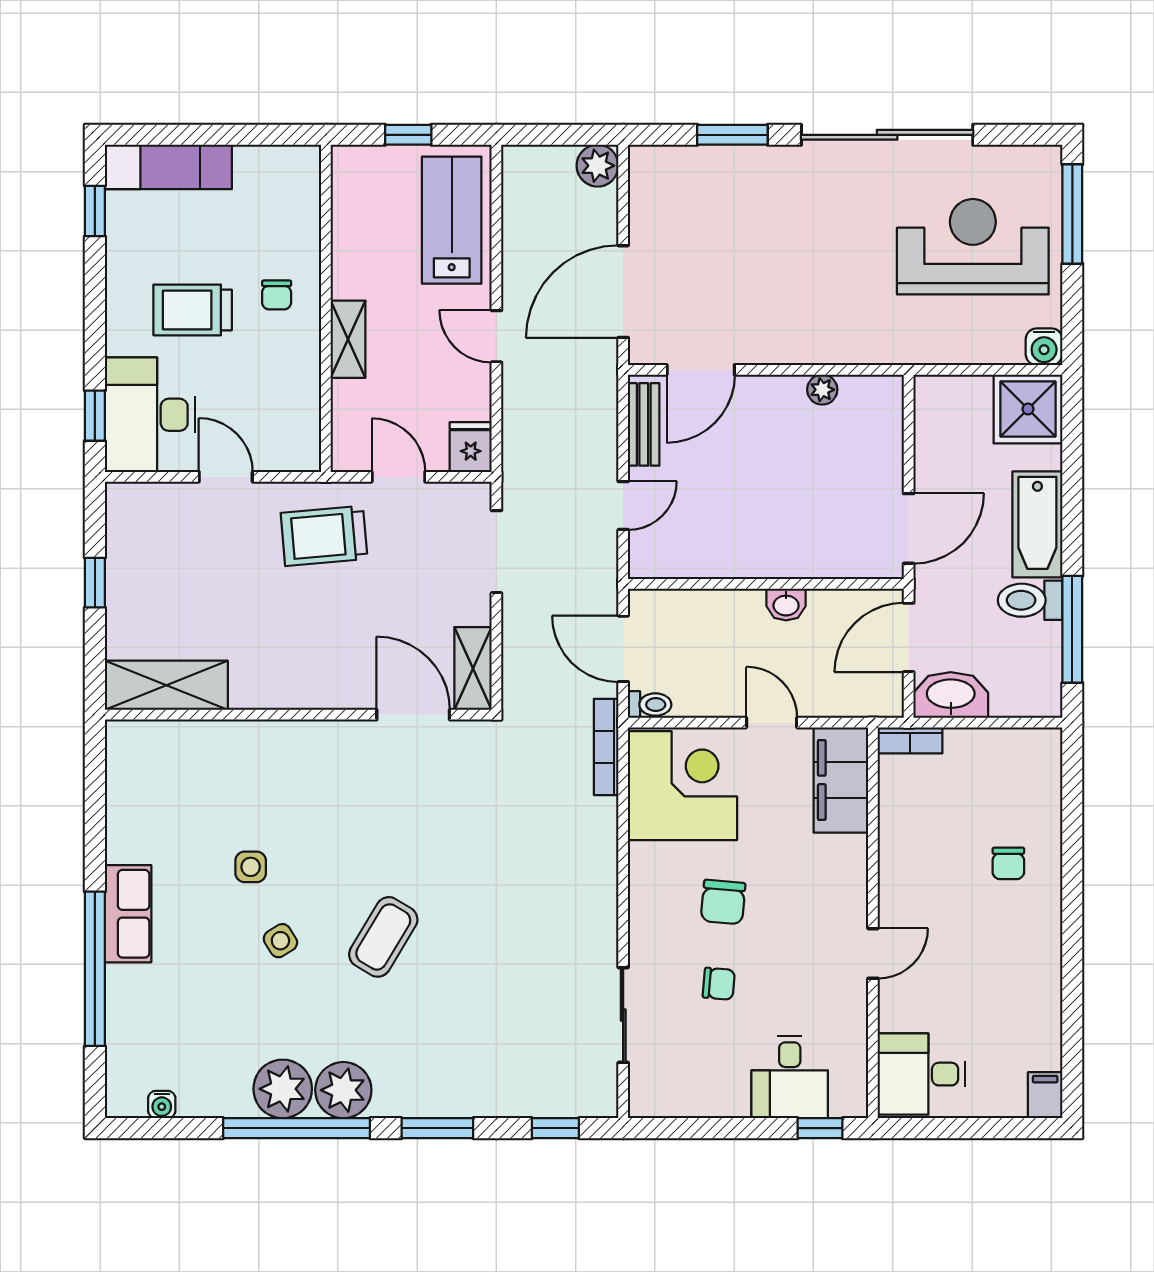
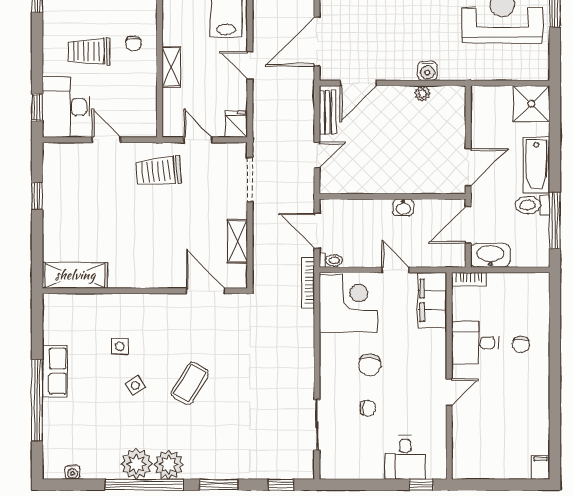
water cooler: (1044, 347) -> (427, 71), moved
shelving: (166, 685) -> (75, 275), moved
wall: (298, 715) -> (145, 291), moved
door: (413, 715) -> (206, 291), moved
desk: (921, 1074) -> (475, 343), moved

